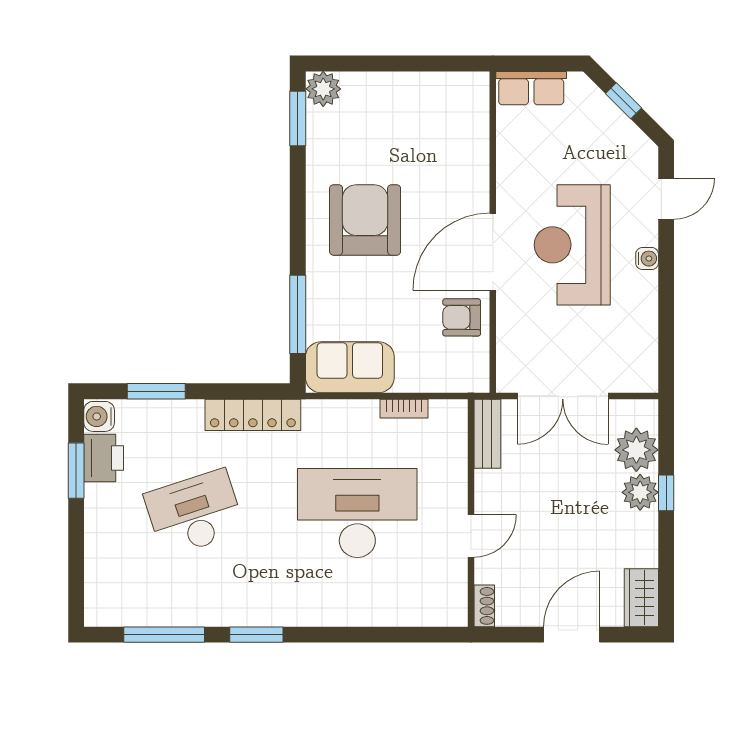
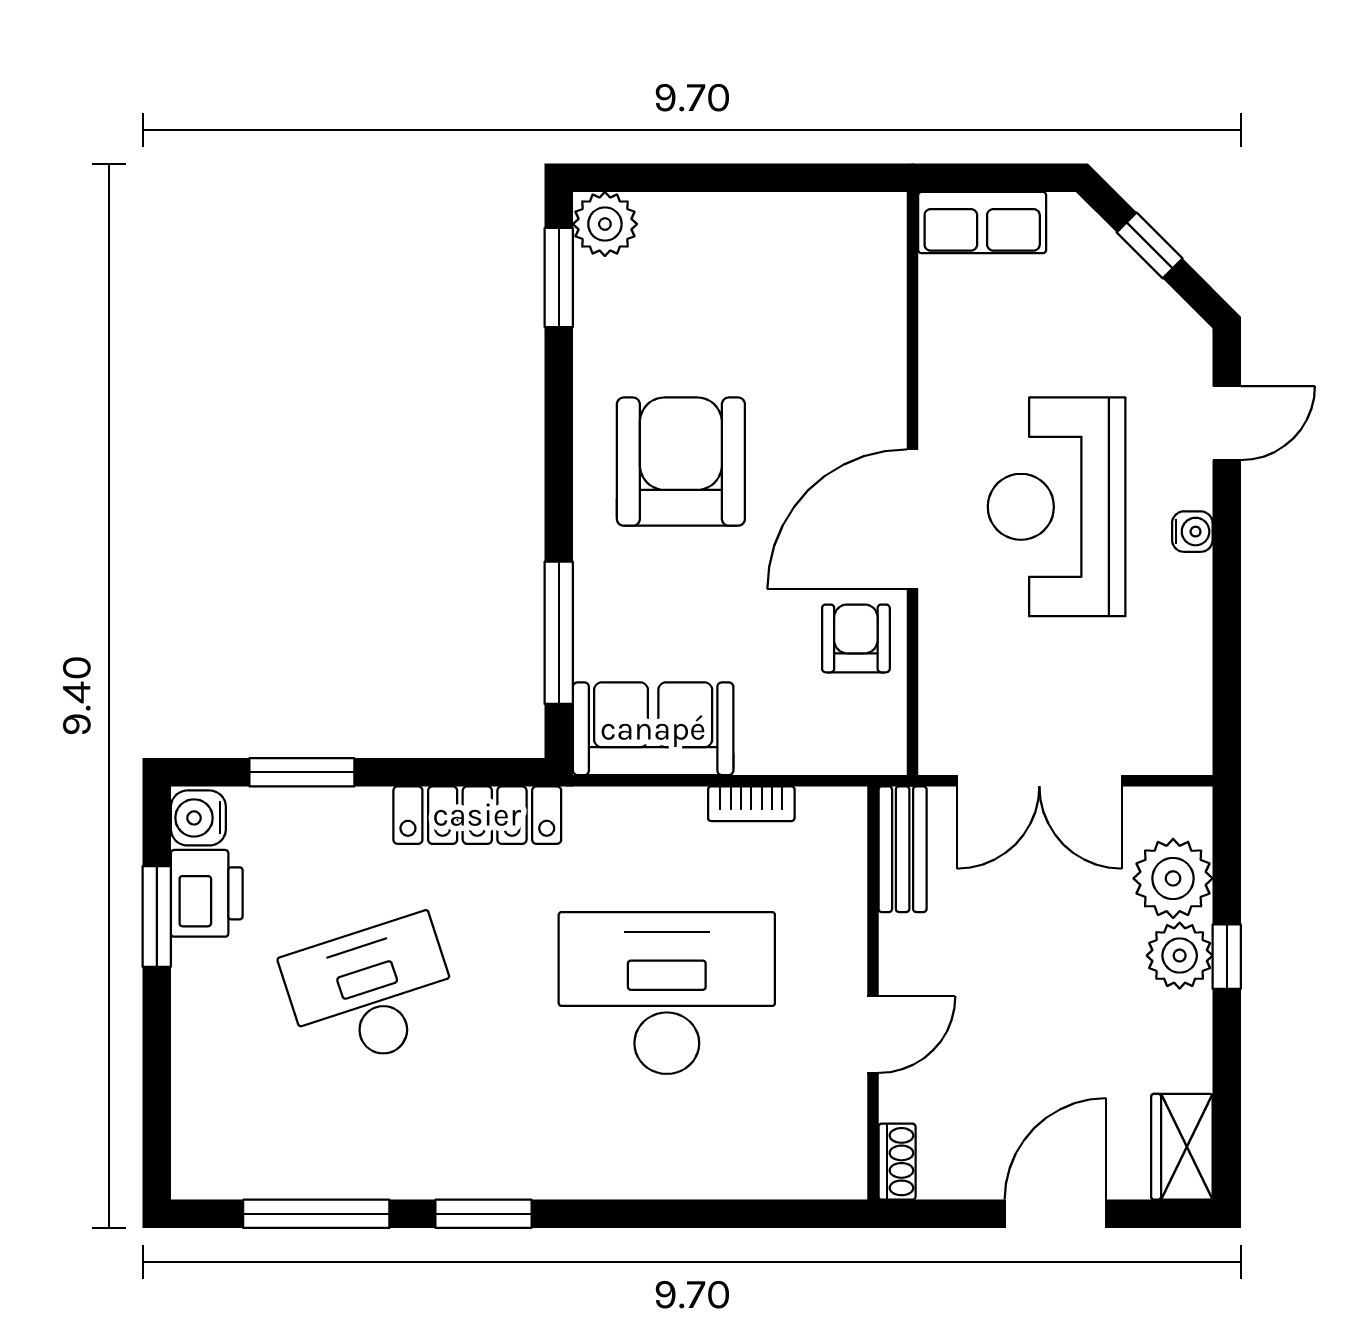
armchair: (462, 317) -> (856, 638), turned 90

